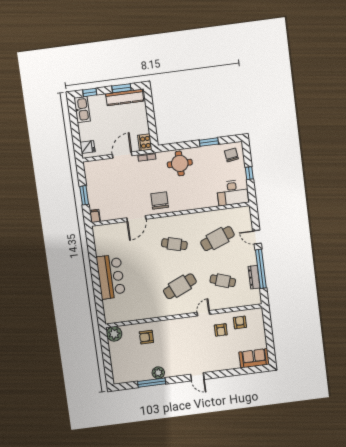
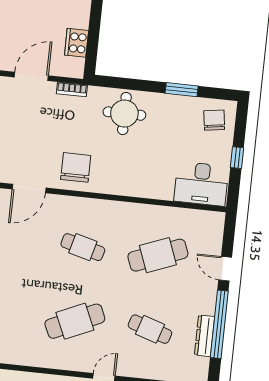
cooker: (145, 142) -> (77, 43), moved

